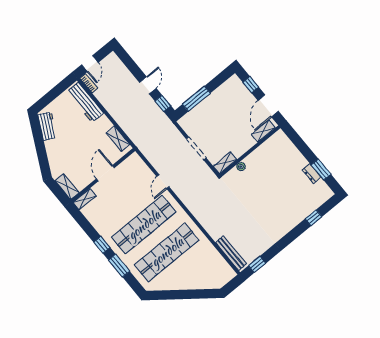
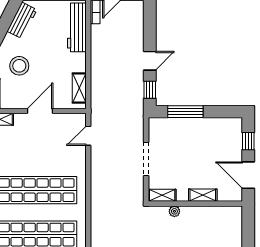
door: (268, 106) -> (248, 175), hinge flipped
shelving: (263, 131) -> (203, 195), moved
stool: (69, 156) -> (19, 66), added
door: (163, 182) -> (88, 136), moved

